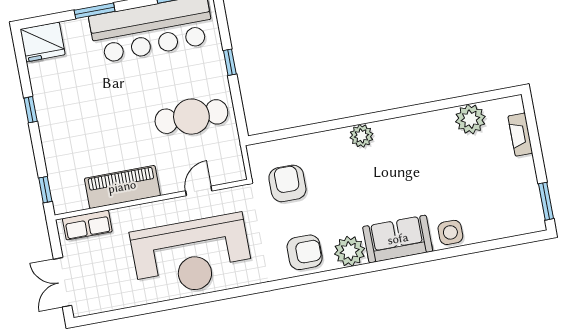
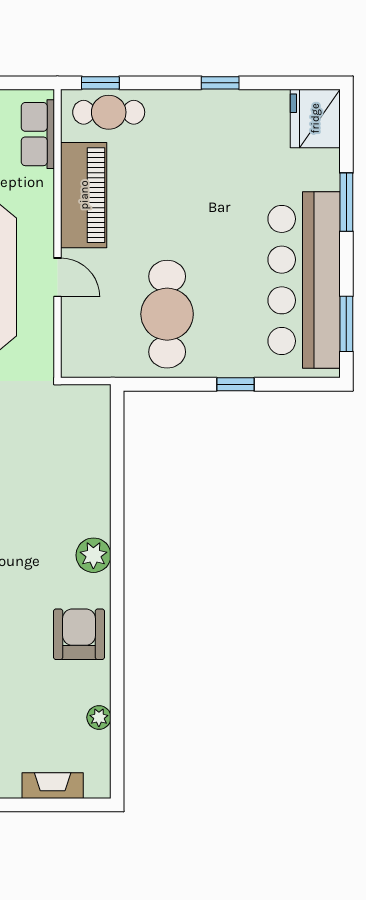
plant: (470, 119) -> (99, 717), width x0.53, depth x0.53
cafe table: (64, 180) -> (109, 112), added
armchair: (287, 183) -> (79, 634), moved, turned -90
door: (199, 191) -> (57, 277), moved

